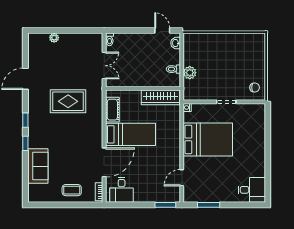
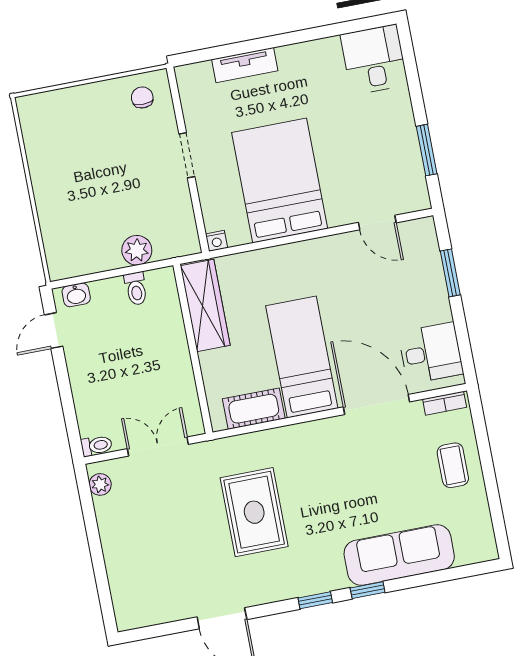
plant: (54, 38) -> (100, 484), moved
tv unit: (260, 134) -> (245, 65), added
sofa: (38, 166) -> (399, 555), width x1.36
window: (165, 205) -> (450, 273), moved

